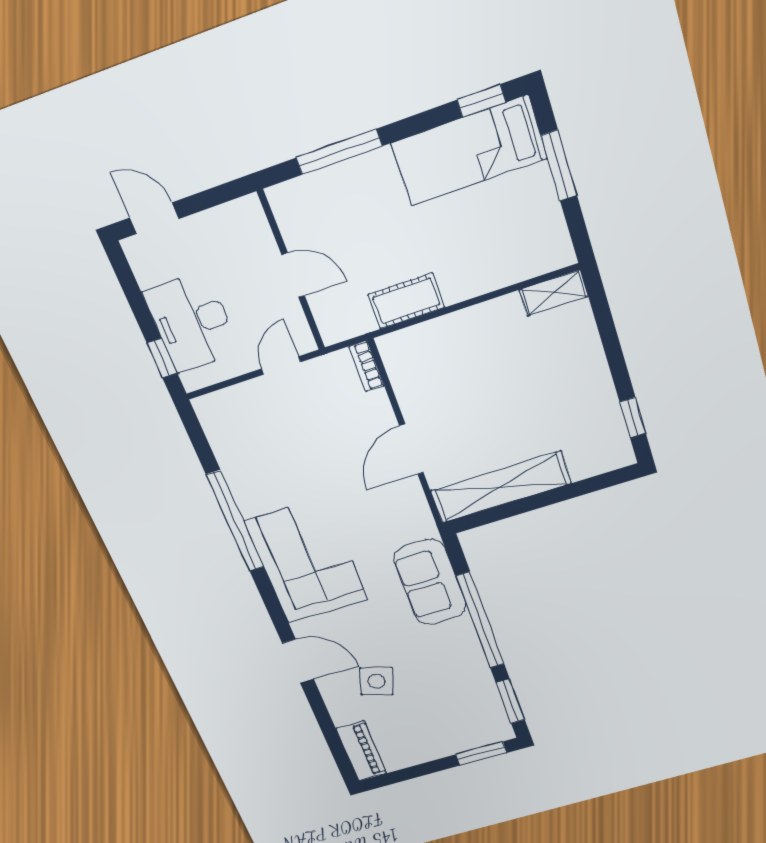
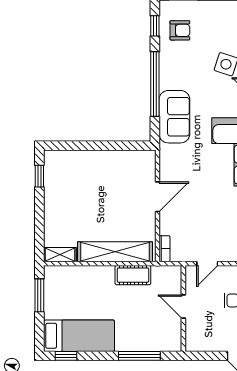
window: (559, 165) -> (39, 295), moved
shelving: (501, 487) -> (115, 252), moved
window: (510, 701) -> (155, 26), width x0.67
armchair: (468, 707) -> (180, 30), added

